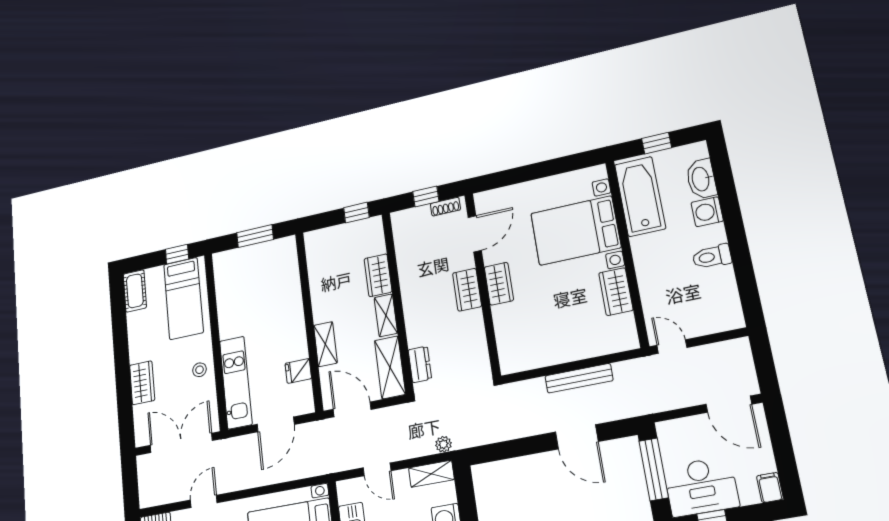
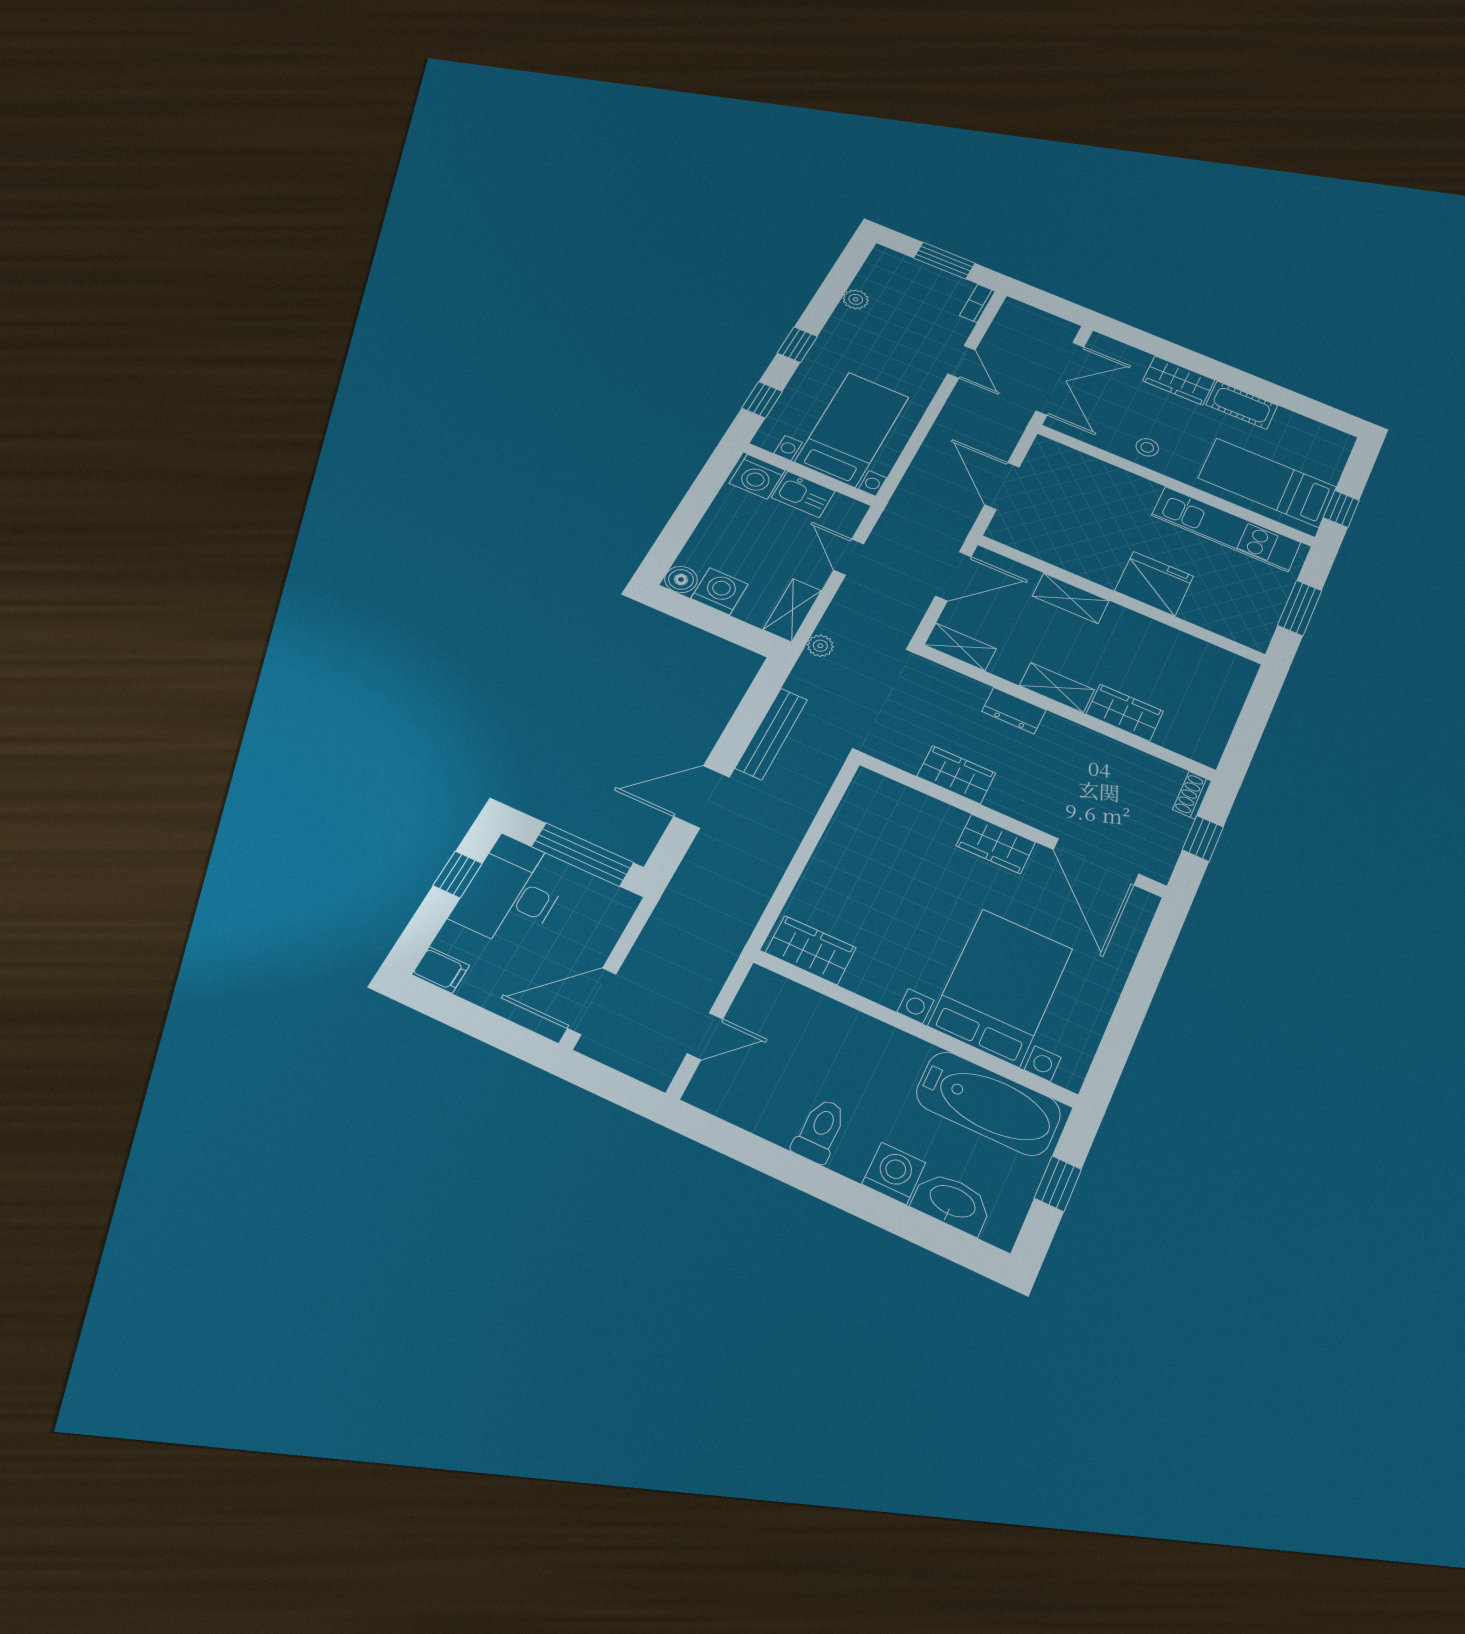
shoe rack: (445, 207) -> (1192, 795), moved
window: (356, 213) -> (1243, 742), removed
door: (475, 234) -> (1096, 862), width x1.36
wardrobe: (467, 290) -> (956, 775), moved
cot: (135, 291) -> (1242, 405), moved
wardrobe: (616, 292) -> (811, 950), moved
door: (672, 346) -> (705, 1036), moved
dresser: (420, 364) -> (1014, 711), moved
shelving: (390, 367) -> (960, 647), width x0.67, depth x0.75
fridge: (298, 371) -> (1154, 583), moved, width x1.88, depth x1.34
bench: (579, 378) -> (771, 734), moved
kitchen unit: (236, 382) -> (1226, 529), moved
door: (377, 469) -> (849, 557), hinge flipped

